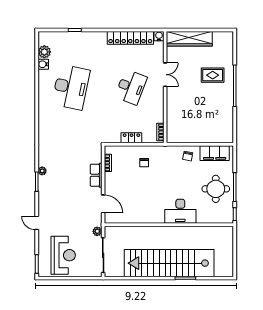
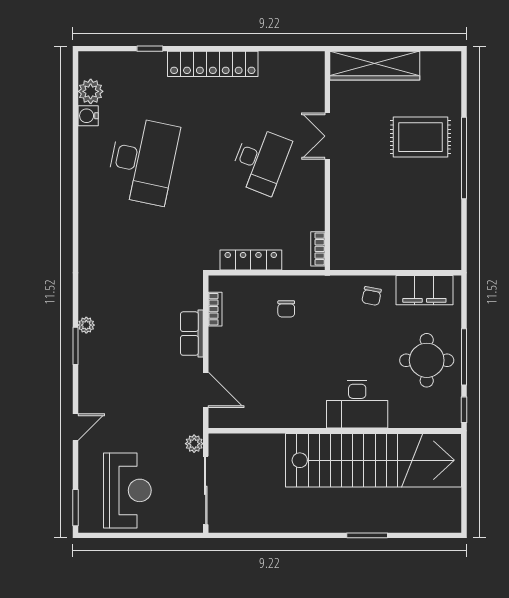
water cooler: (159, 36) -> (315, 61), removed
locker: (130, 38) -> (213, 64), moved
double door: (165, 75) -> (327, 136), swing flipped
rug: (213, 75) -> (421, 137), width x1.36, depth x1.43
locker: (131, 138) -> (251, 260), width x1.53
door: (37, 223) -> (75, 427), swing flipped
stairs: (169, 263) -> (374, 460), moved, turned 180

